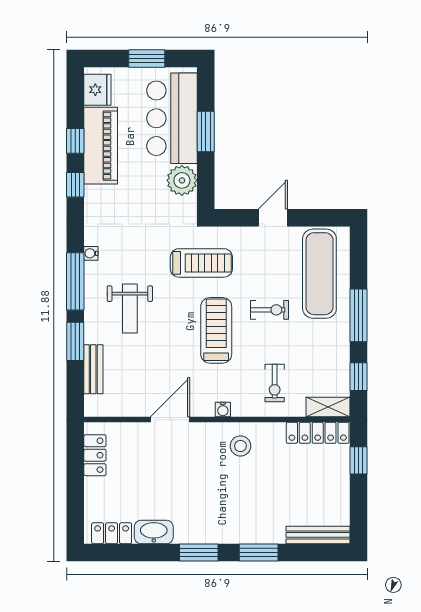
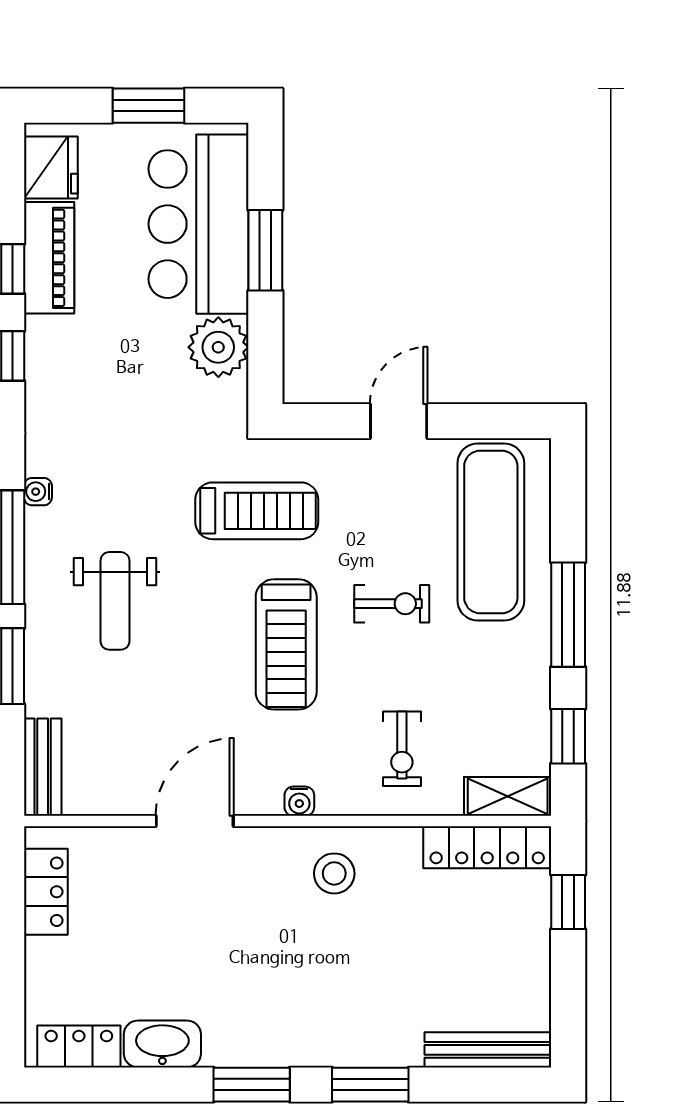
piano: (101, 146) -> (49, 258), width x0.73, depth x0.75
treadmill: (216, 330) -> (286, 644), turned 180
bench: (93, 369) -> (43, 767), moved

